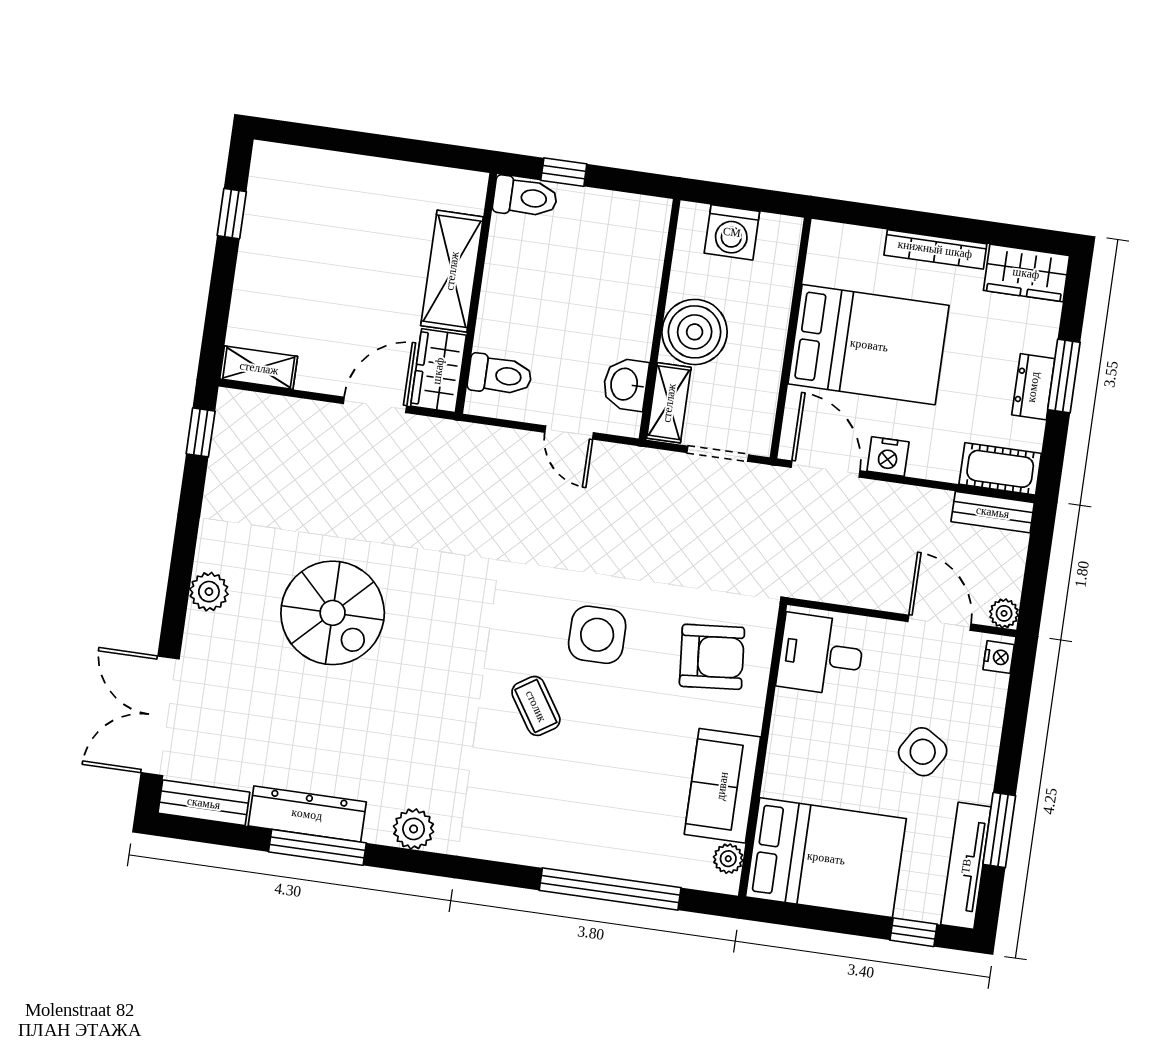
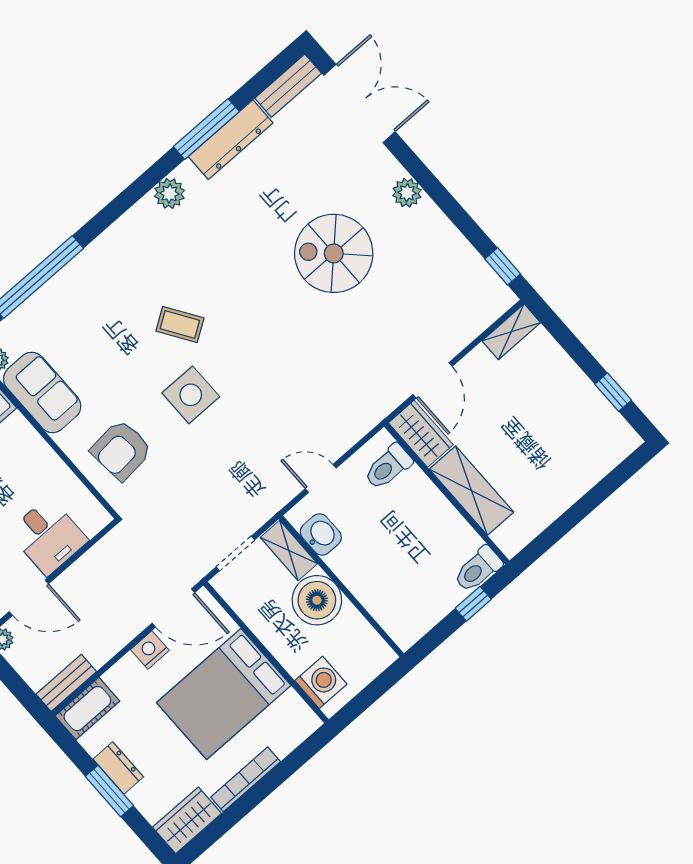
washing machine: (732, 232) -> (321, 682), moved, turned 90
desk: (821, 655) -> (48, 536), moved, turned 90

